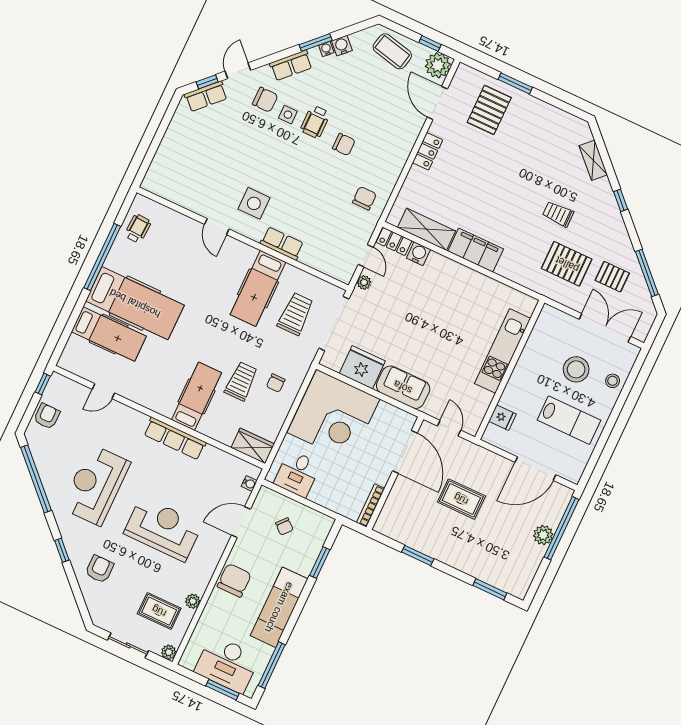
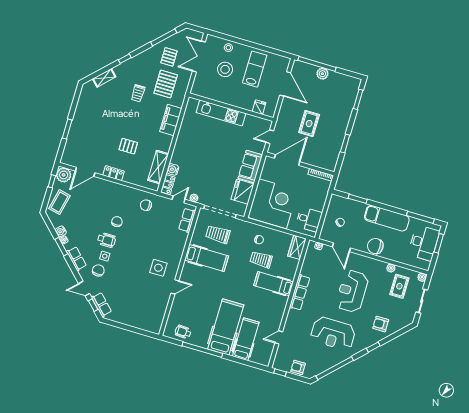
pallet: (489, 110) -> (128, 146), moved, width x0.67, depth x0.71
row of seats: (282, 244) -> (187, 220), moved
filing cabinet: (476, 250) -> (171, 120), moved
door: (103, 391) -> (279, 337), swing flipped

